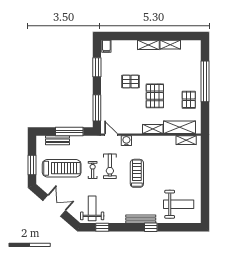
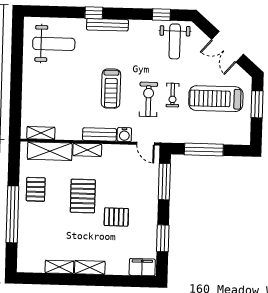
filing cabinet: (106, 46) -> (142, 267), width x2.00
bench: (58, 140) -> (99, 134), moved
weight bench: (179, 204) -> (54, 44), turned 180

